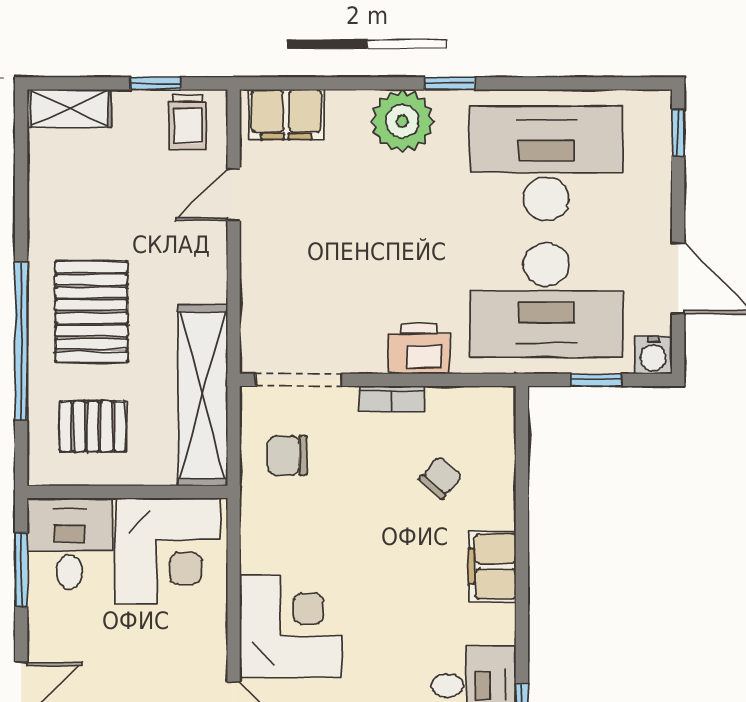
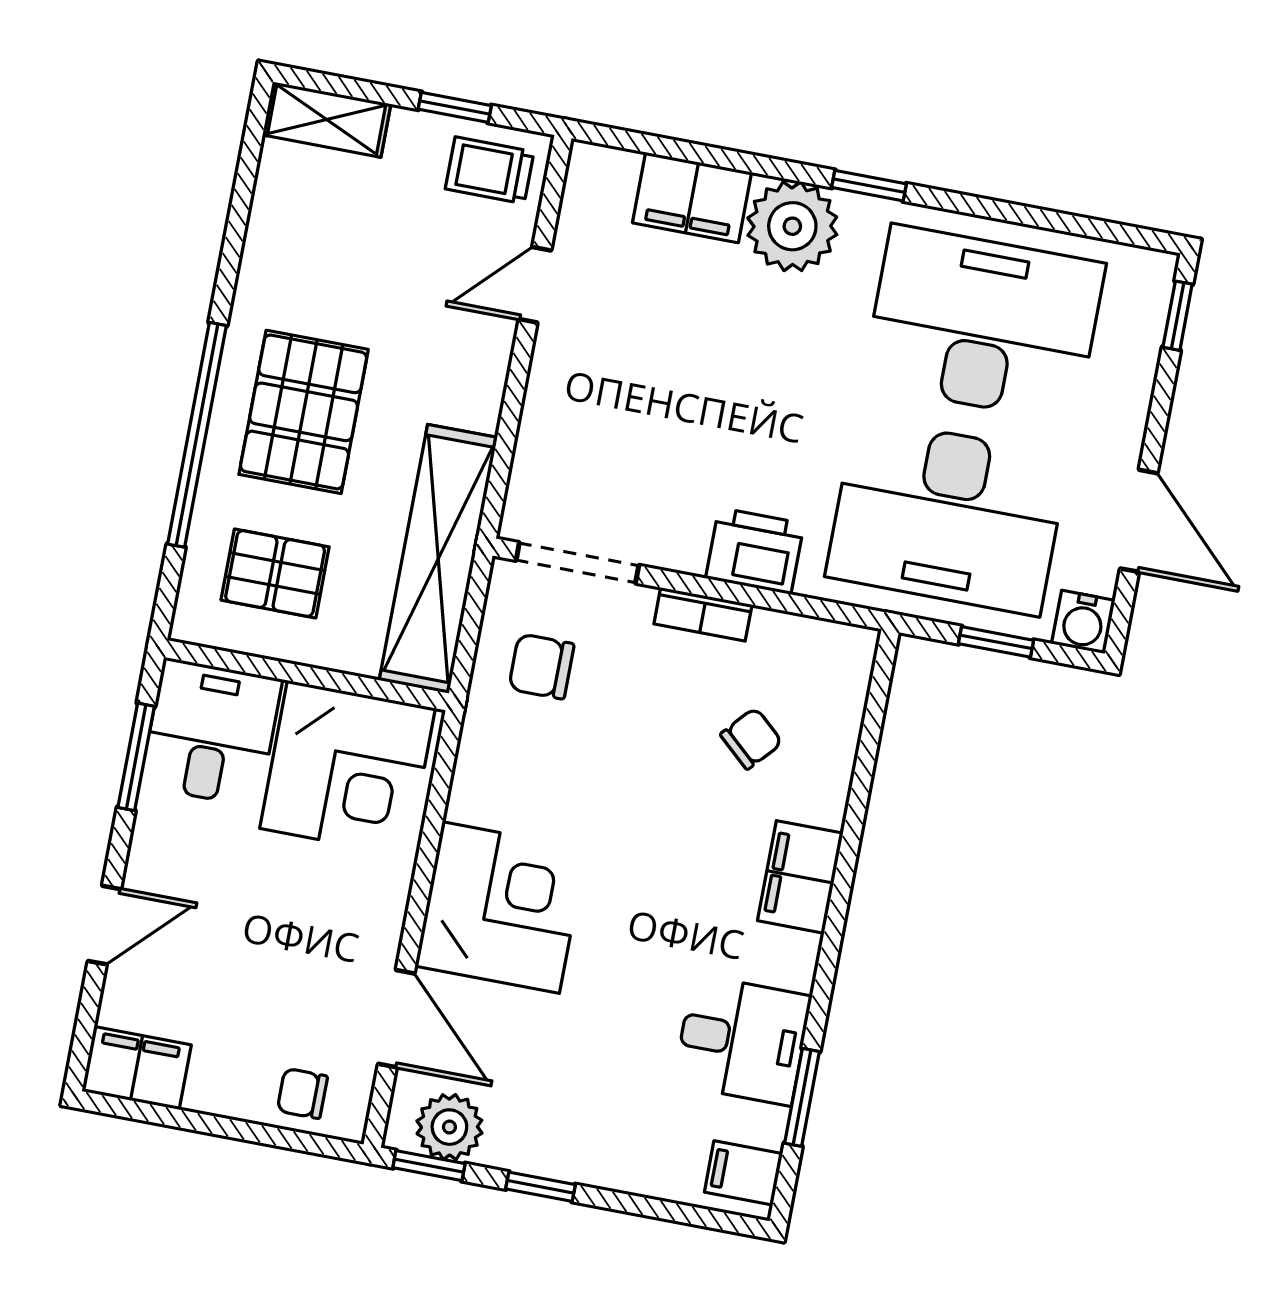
filing cabinet: (286, 114) -> (692, 198), moved
trolley: (188, 122) -> (490, 170), turned 90

